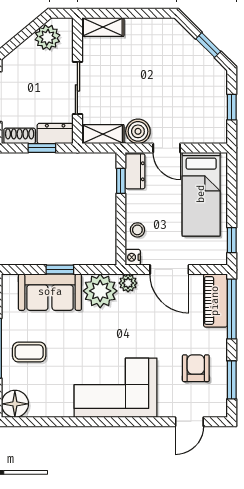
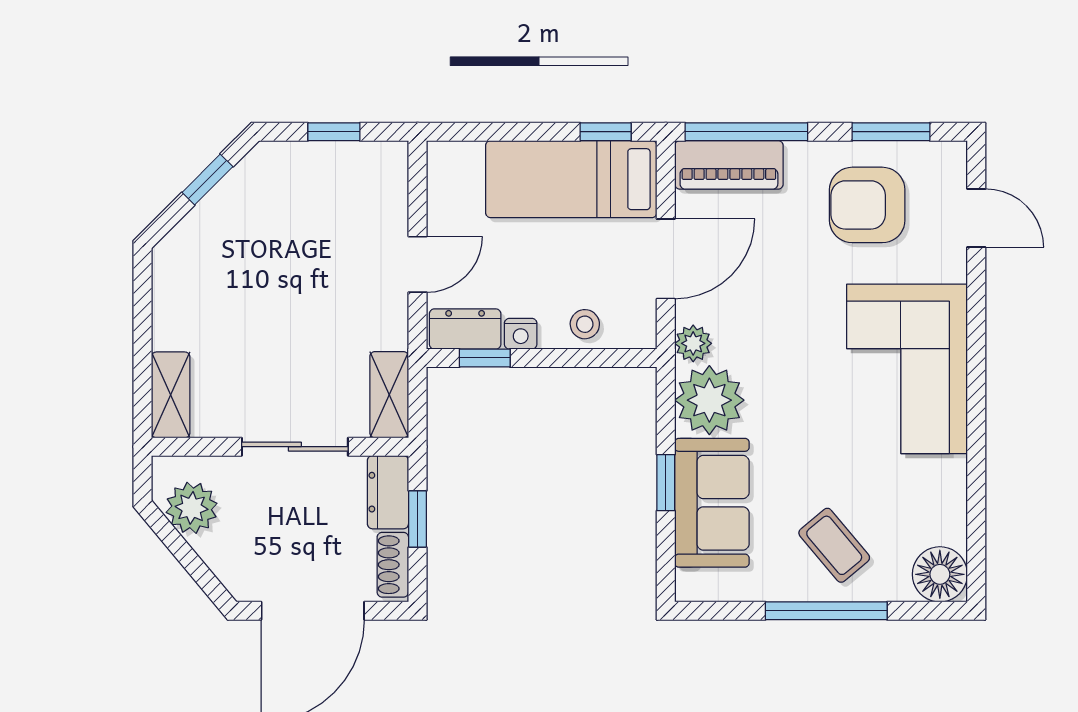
boiler: (138, 131) -> (384, 323), removed
bed: (201, 194) -> (571, 179), moved, turned 180
nightstand: (133, 257) -> (521, 334), moved
coffee table: (29, 352) -> (834, 545), turned -40
armchair: (196, 368) -> (867, 205), width x1.38, depth x1.38

